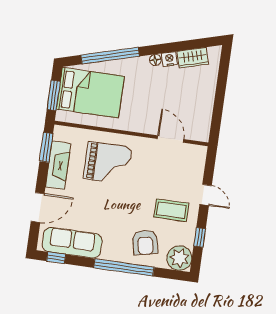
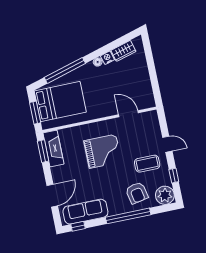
grand piano: (108, 163) -> (103, 151), moved
fireplace: (58, 165) -> (53, 149), moved

